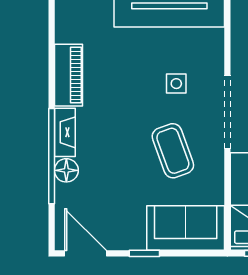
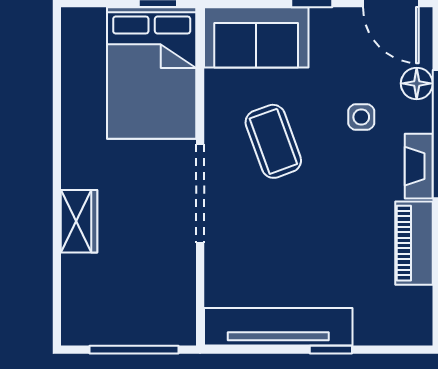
side table: (176, 84) -> (361, 117), moved
floor lamp: (66, 170) -> (417, 83), moved

